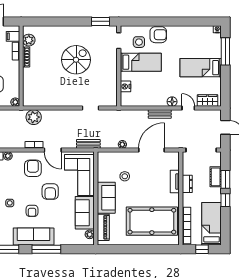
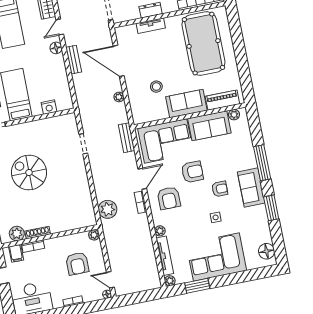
armchair: (33, 168) -> (169, 198), turned -90
sofa: (34, 236) -> (251, 187), width x0.73

